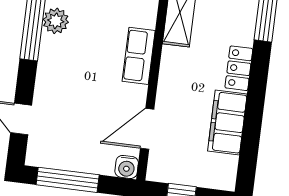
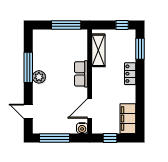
plant: (56, 21) -> (39, 77), moved
filing cabinet: (227, 122) -> (128, 119), moved

